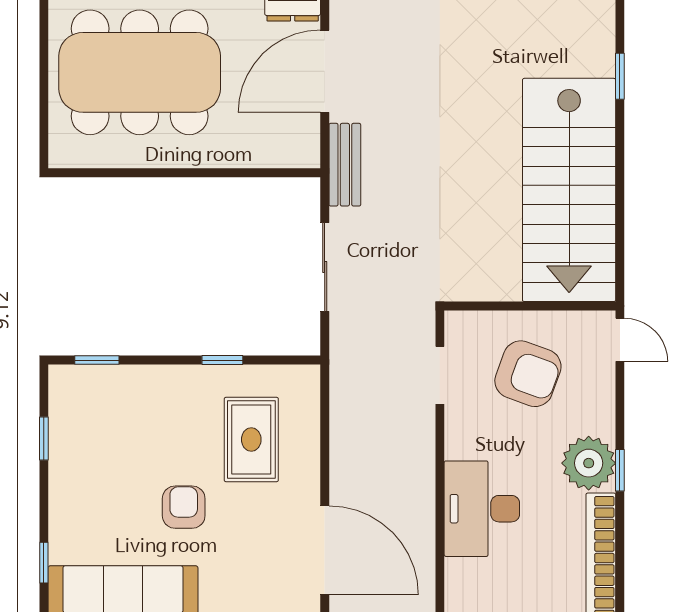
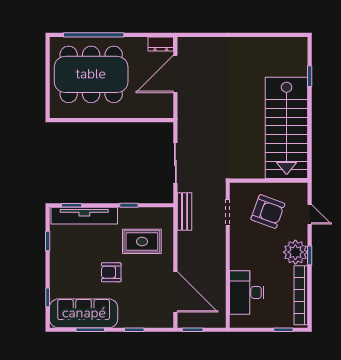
bench: (345, 165) -> (185, 211), moved
door: (620, 340) -> (310, 214), moved
tv unit: (125, 383) -> (84, 216), added
rug: (251, 440) -> (142, 241), turned 90
armchair: (184, 507) -> (111, 272), turned -90
desk: (482, 509) -> (247, 292), moved

